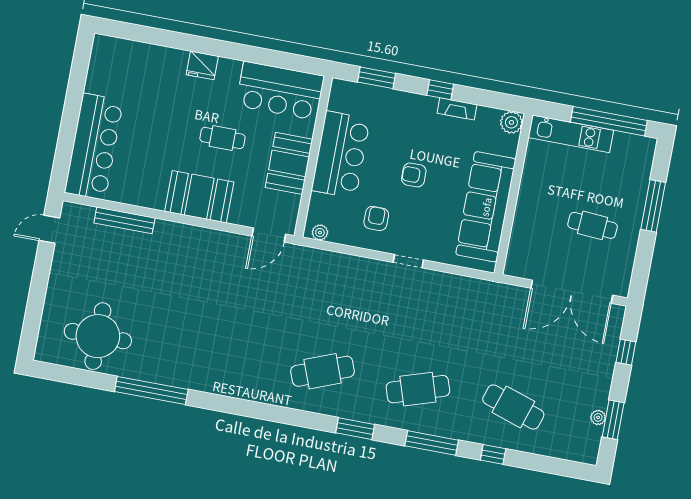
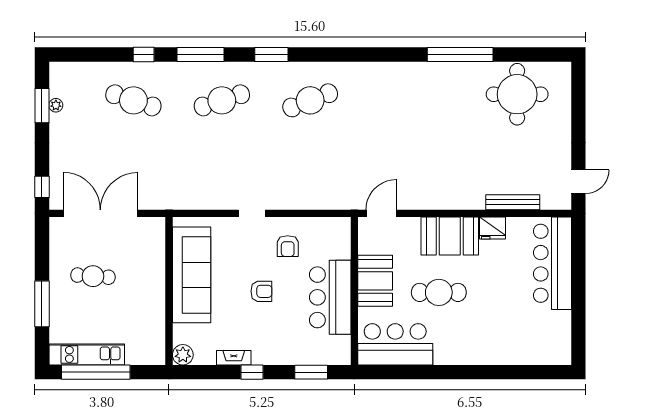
fridge: (202, 65) -> (493, 228), moved, turned 180
kitchen unit: (571, 134) -> (87, 354), moved
cafe table: (222, 138) -> (439, 292), width x1.37, depth x1.35
plant: (320, 232) -> (336, 224), removed
window: (626, 352) -> (42, 187), moved

